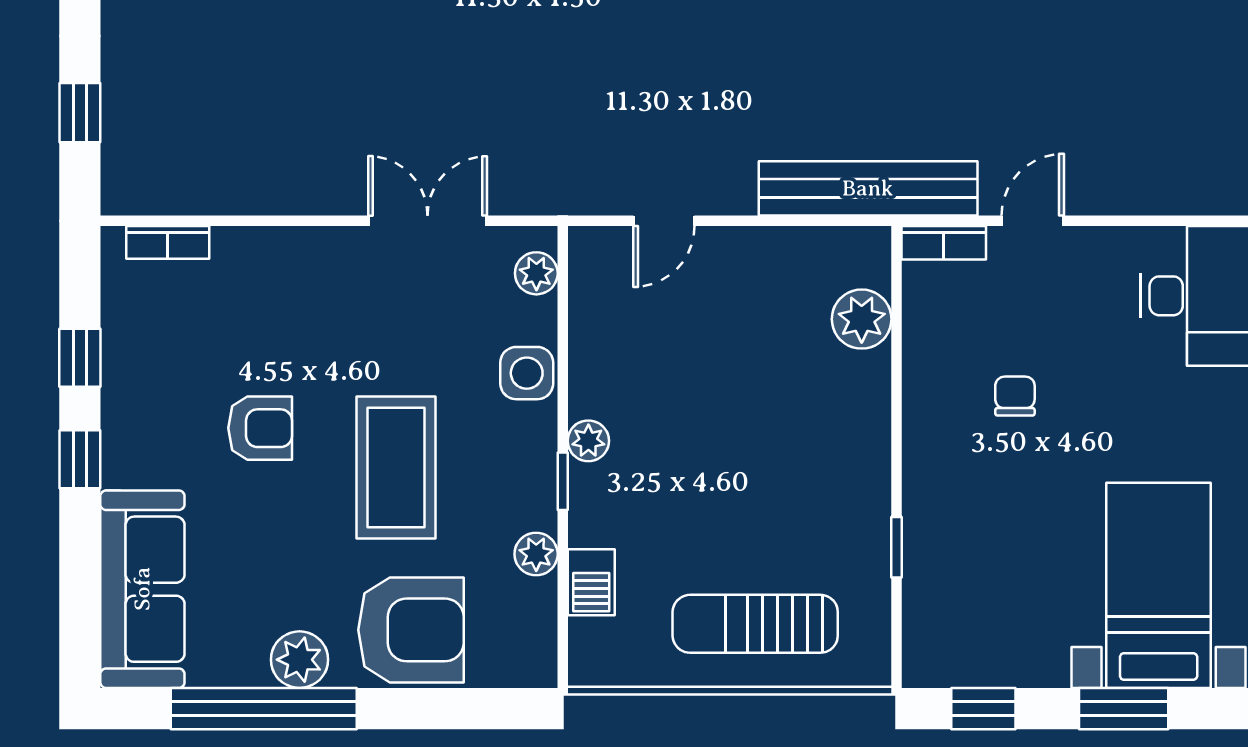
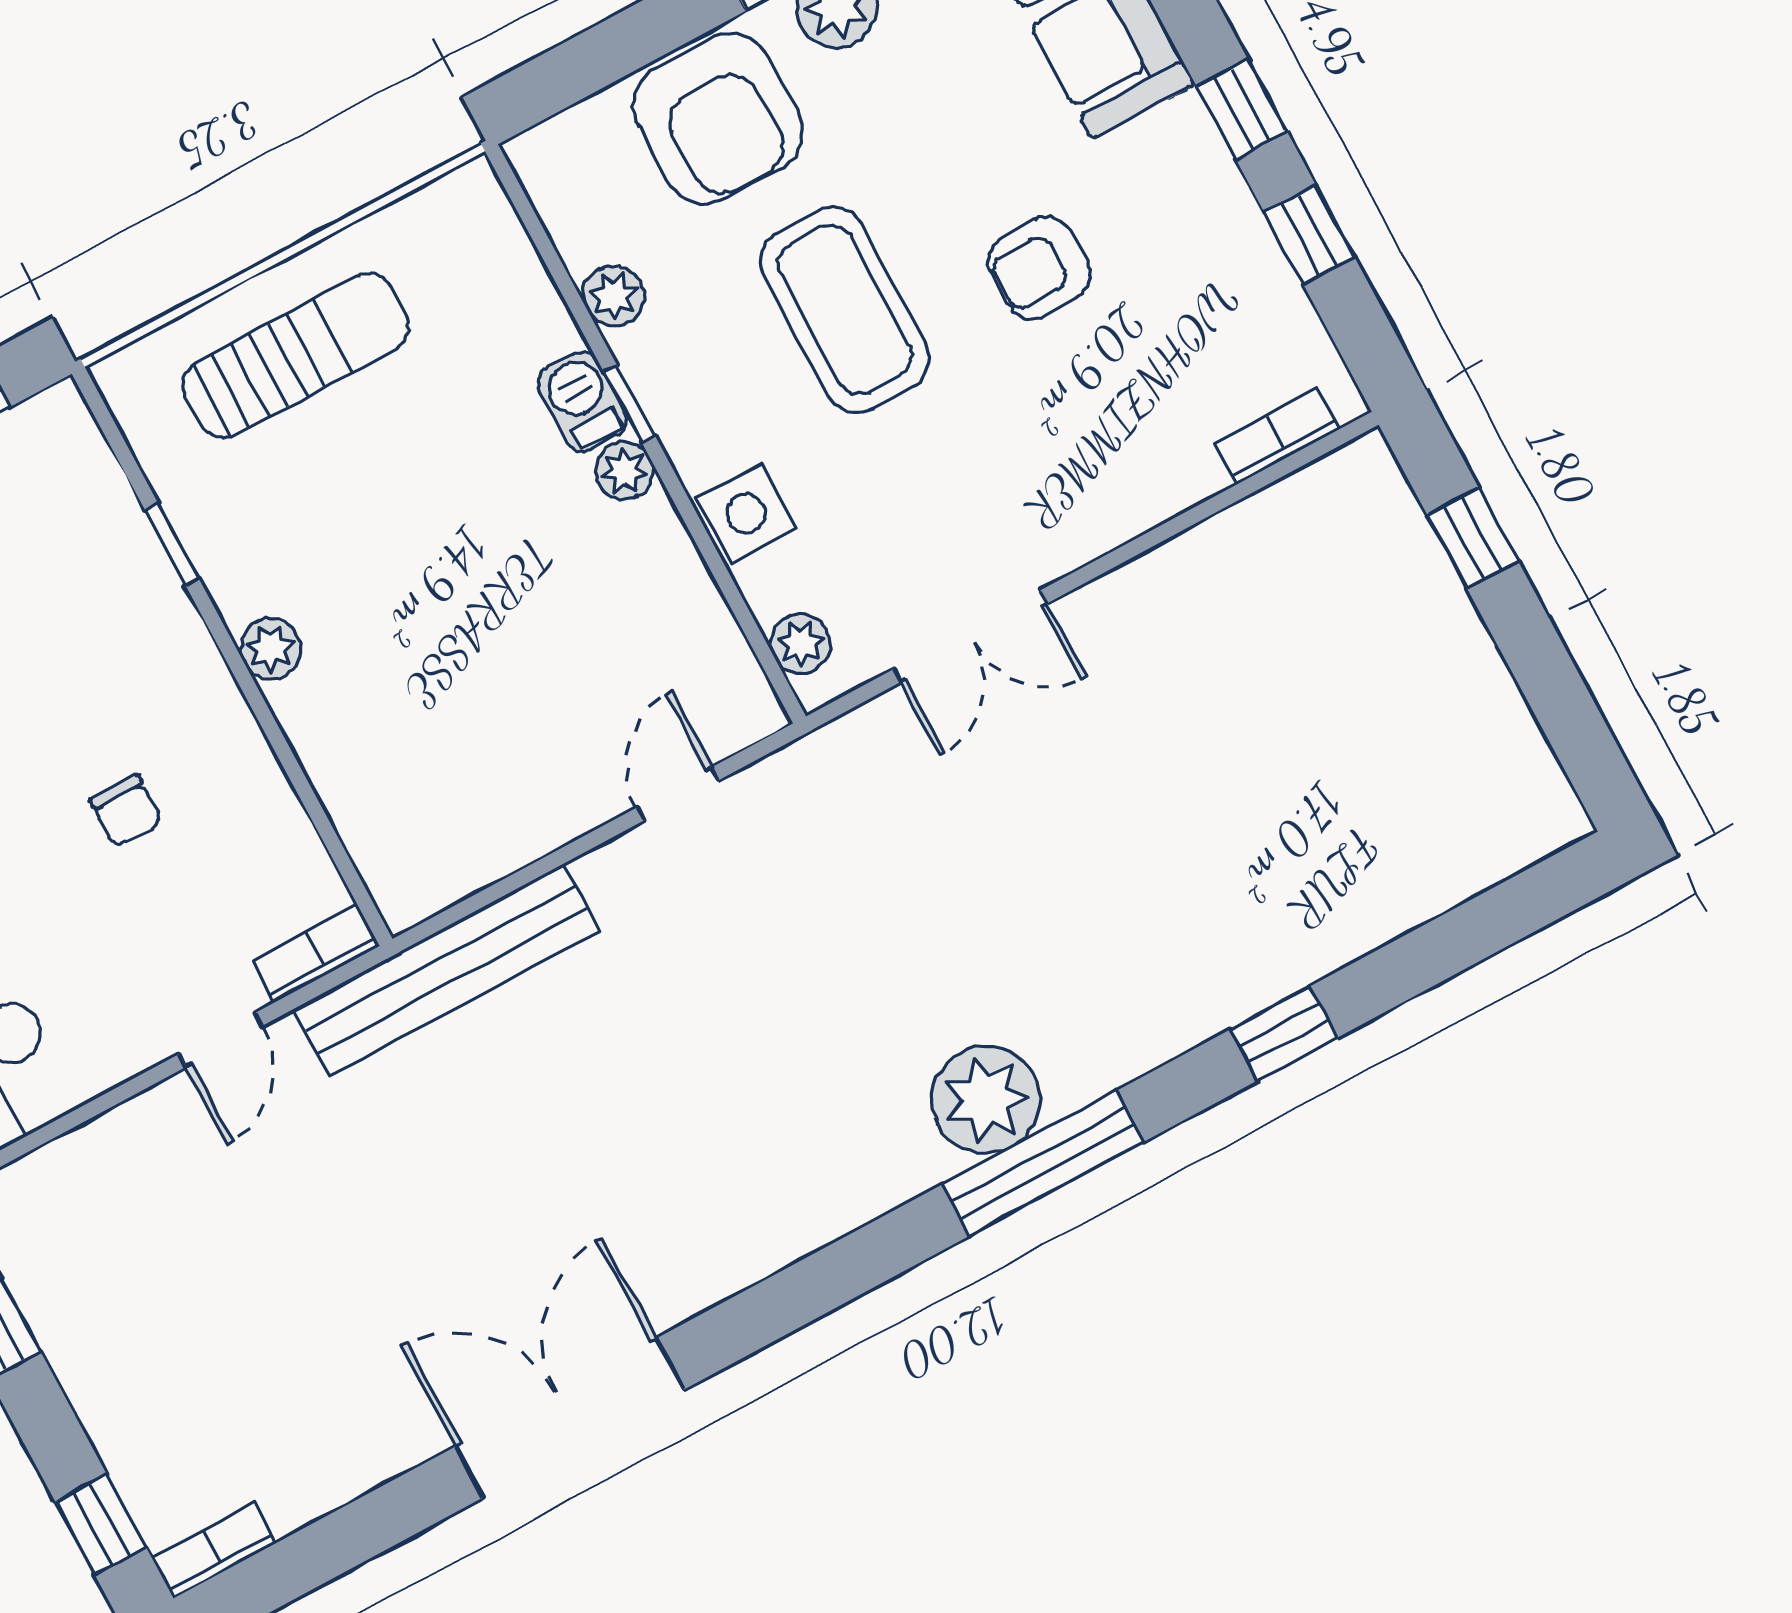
plant: (862, 319) -> (271, 648), moved, width x0.73, depth x0.73
barbecue: (591, 582) -> (582, 402), moved
armchair: (411, 630) -> (718, 119), turned -90

